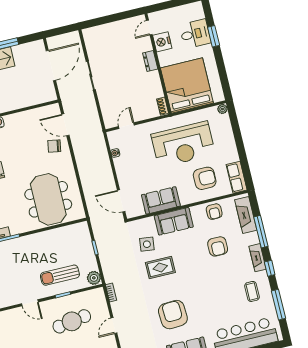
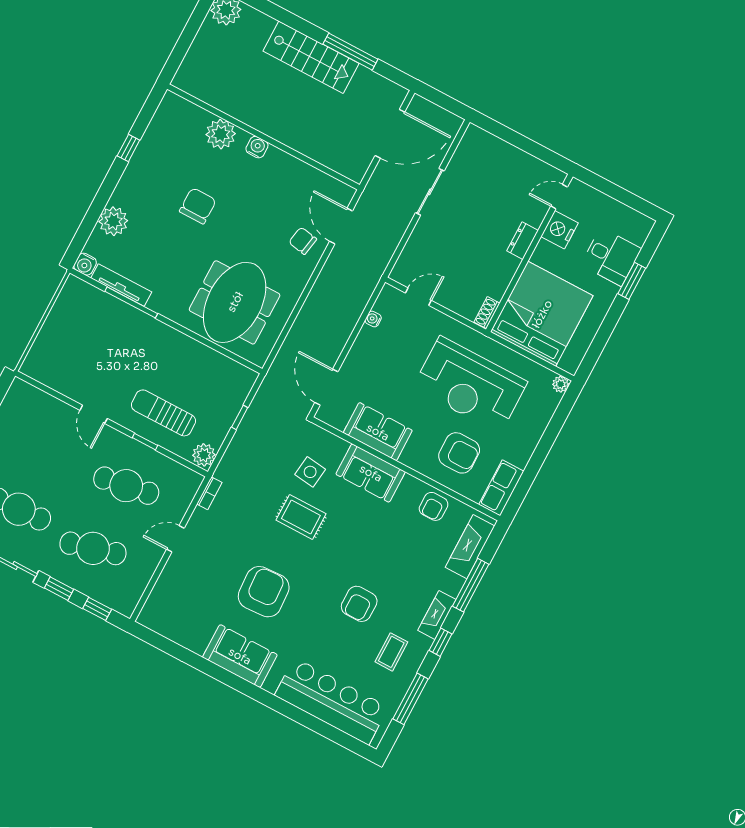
armchair: (218, 246) -> (359, 604), moved

